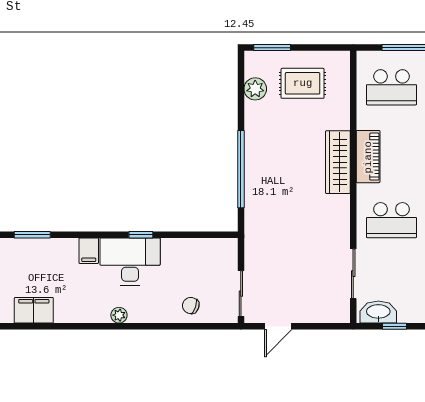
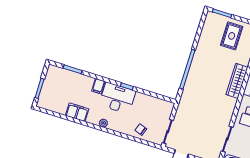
rug: (303, 83) -> (232, 36), turned 90
plant: (255, 89) -> (207, 31), removed
filing cabinet: (34, 310) -> (77, 112), moved

